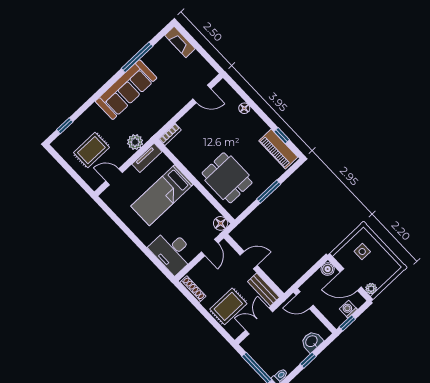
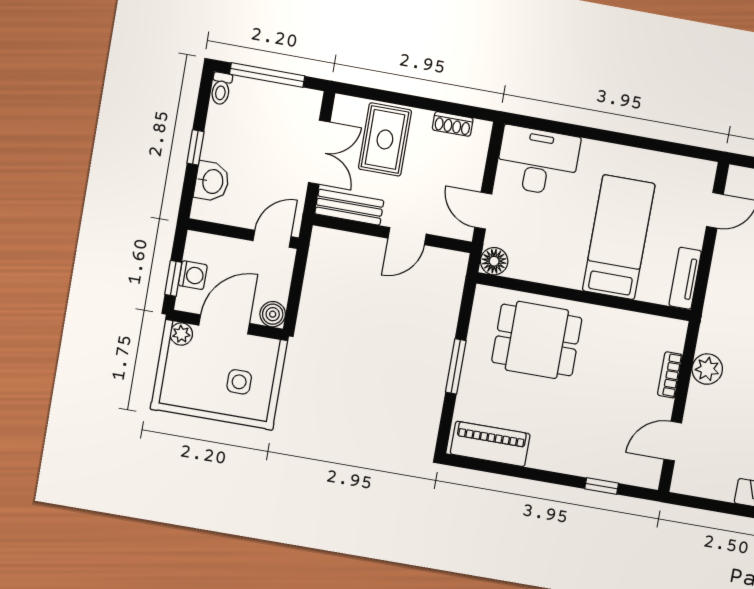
floor lamp: (244, 108) -> (590, 468), removed
bookcase: (170, 134) -> (670, 375), moved
window: (282, 136) -> (602, 486), moved
plant: (135, 142) -> (707, 369), moved
shoe rack: (193, 289) -> (453, 124), width x0.70
window: (347, 323) -> (173, 278), moved

